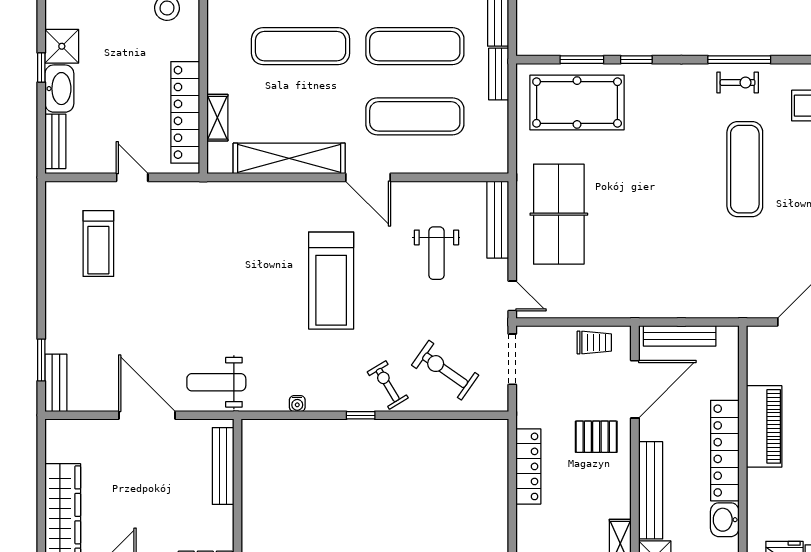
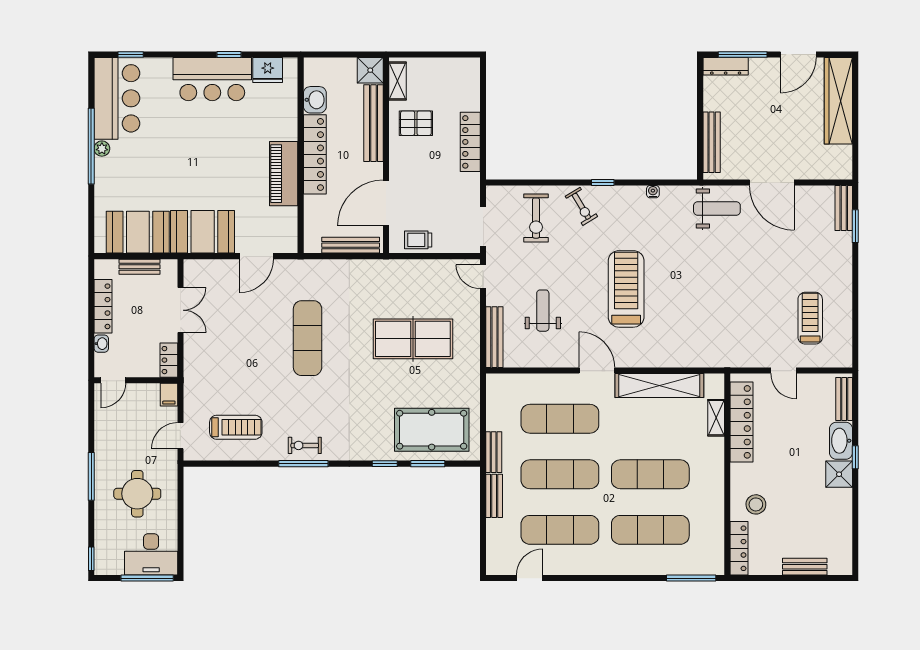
exercise mat: (745, 169) -> (308, 338), moved
table tennis table: (559, 214) -> (413, 339), moved, turned 90
exercise bike: (445, 370) -> (536, 218), turned 55
pallet: (596, 437) -> (416, 123), moved

